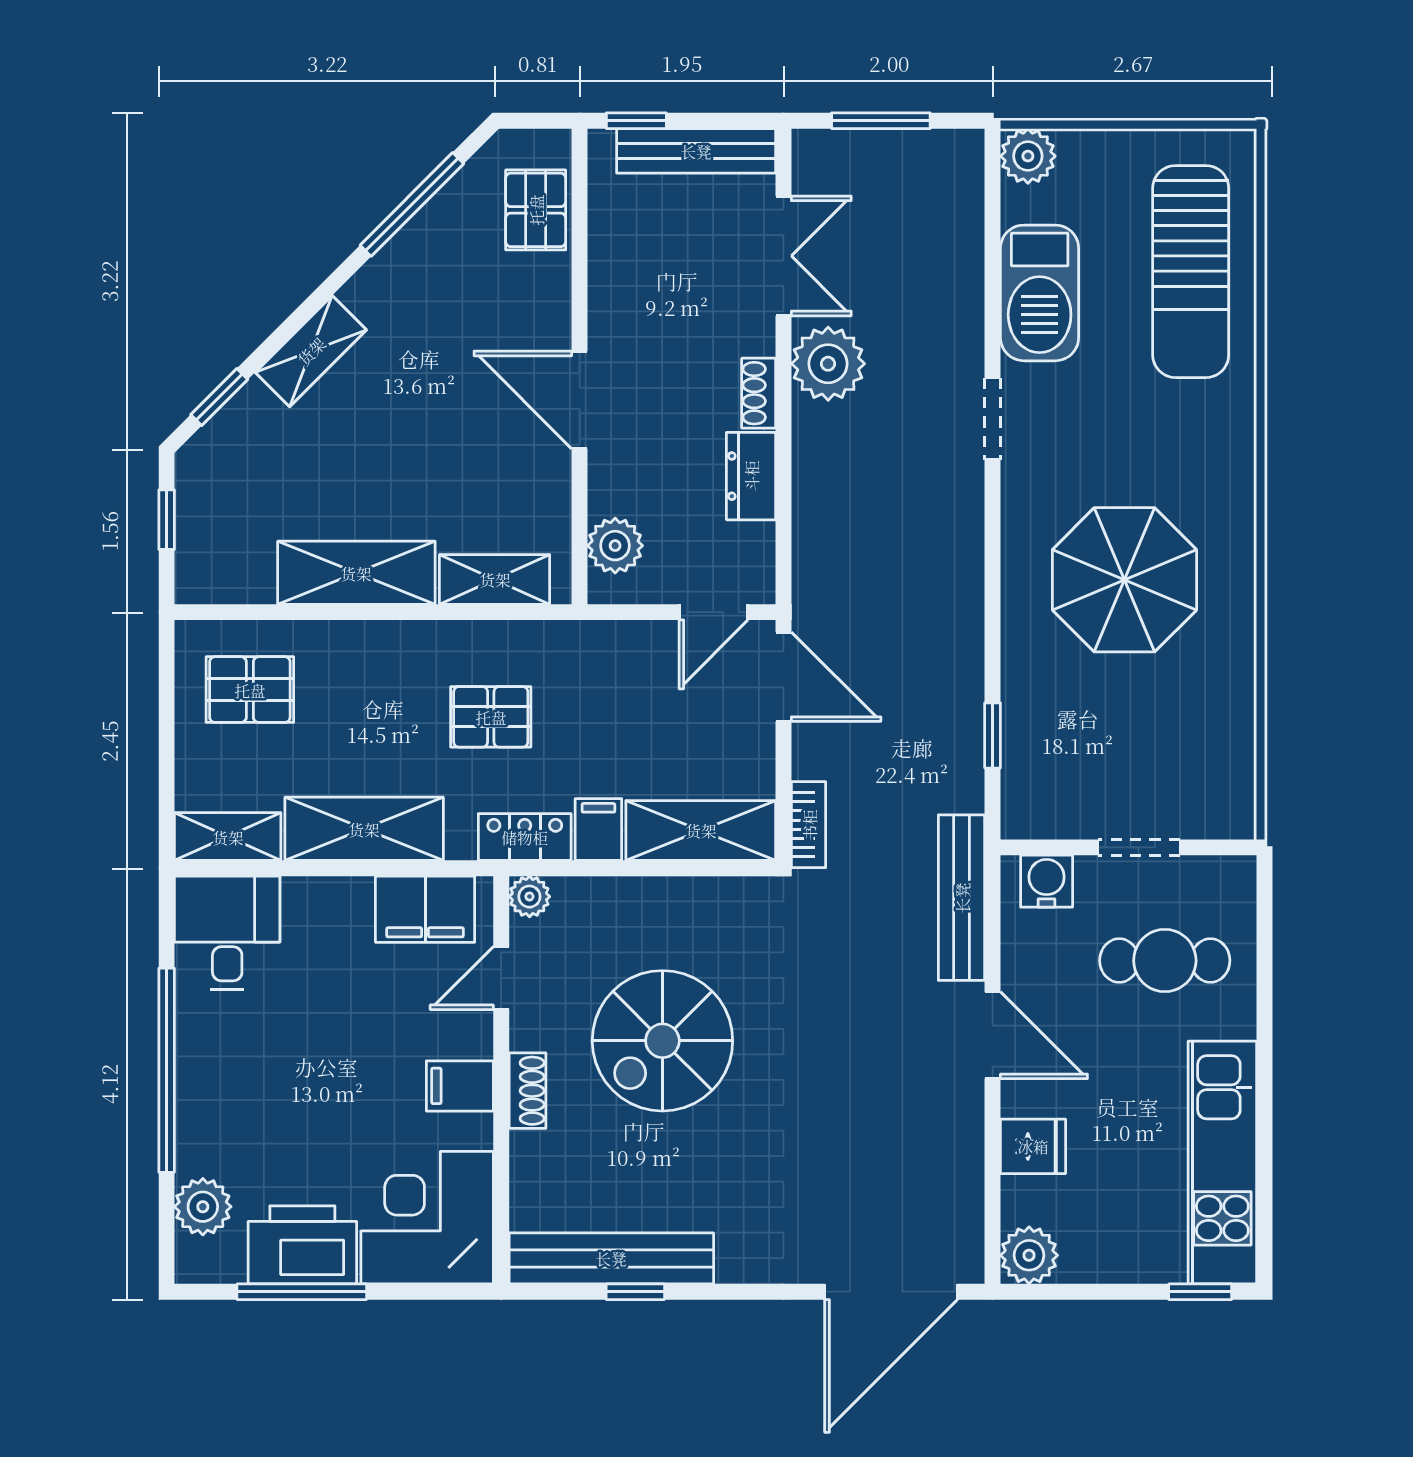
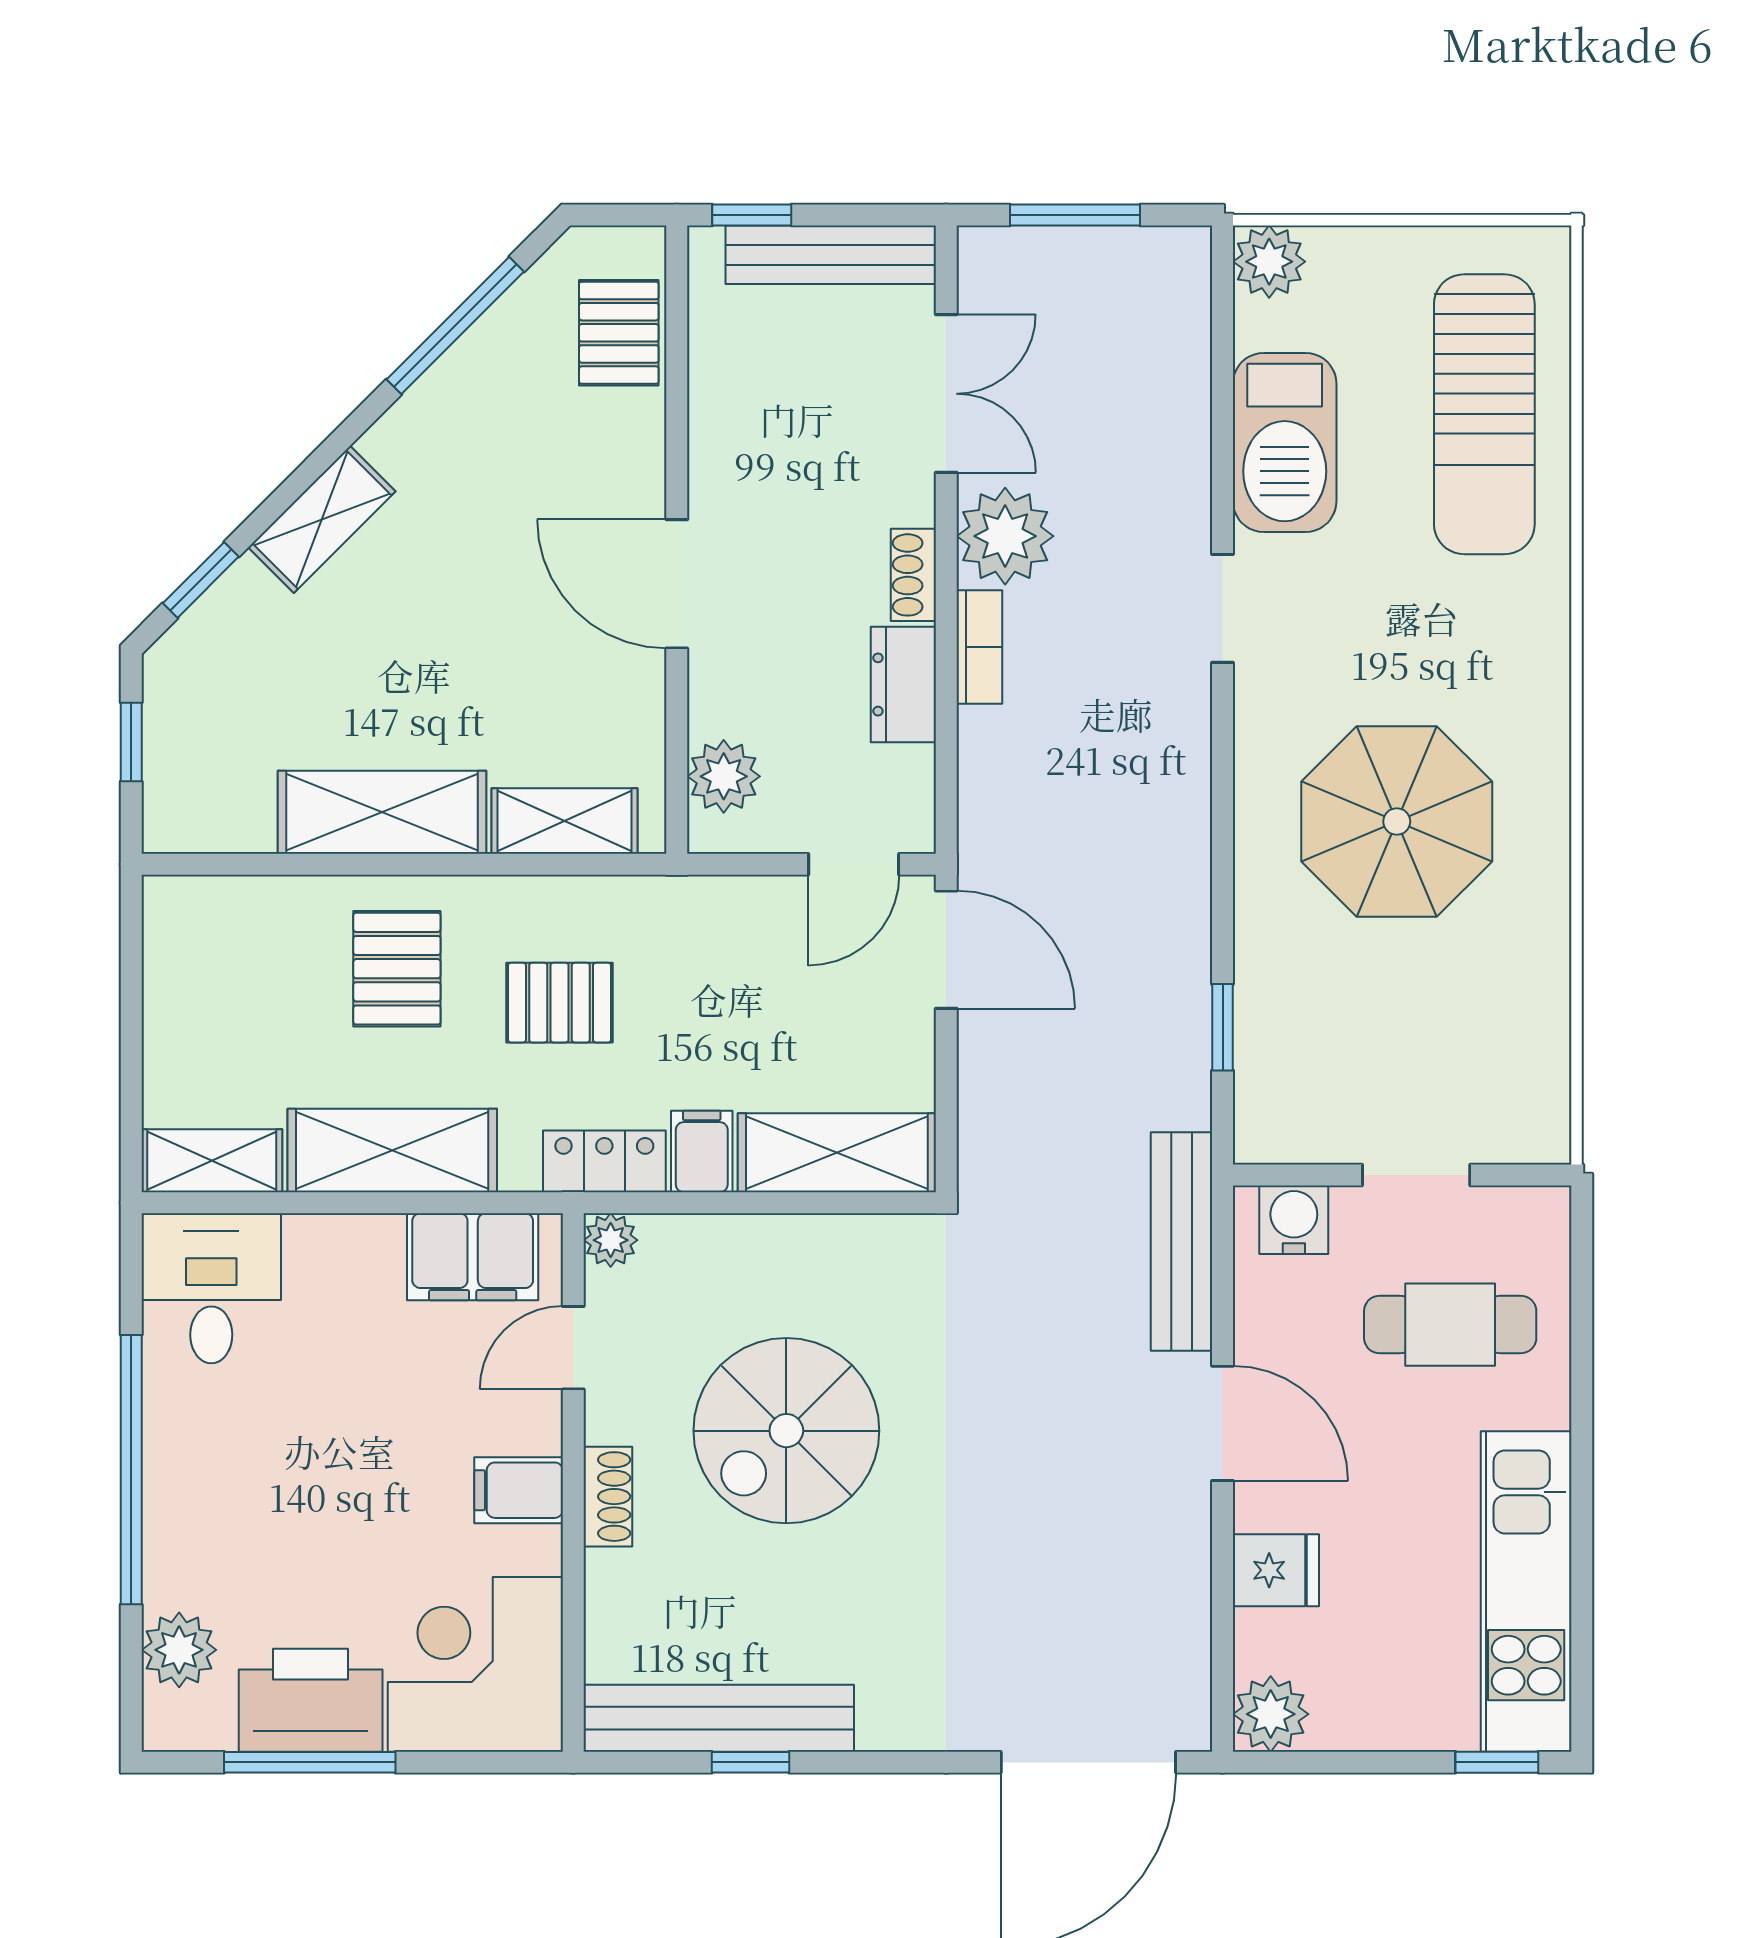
pallet: (250, 690) -> (397, 969), moved, turned 90
bookcase: (809, 825) -> (979, 647), moved

